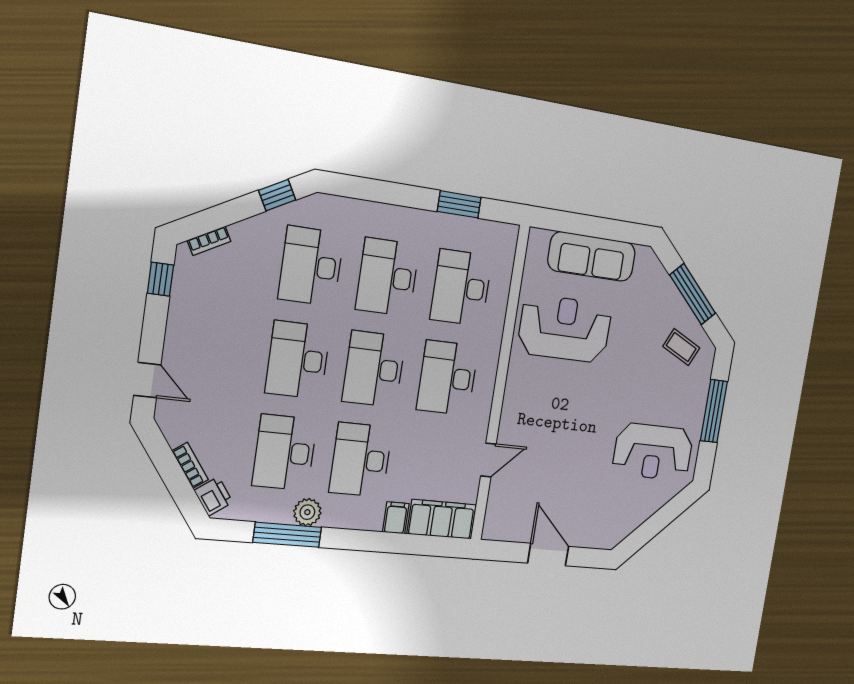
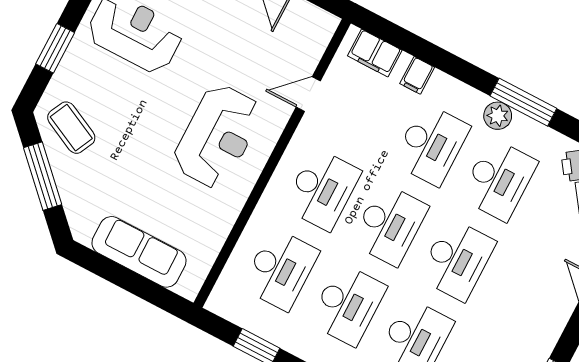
reception desk: (565, 329) -> (217, 136), moved, turned -90
coffee table: (681, 347) -> (71, 128), width x1.36, depth x1.30
window: (714, 411) -> (55, 48), width x0.69
filing cabinet: (442, 519) -> (375, 53), width x0.67, depth x0.86

